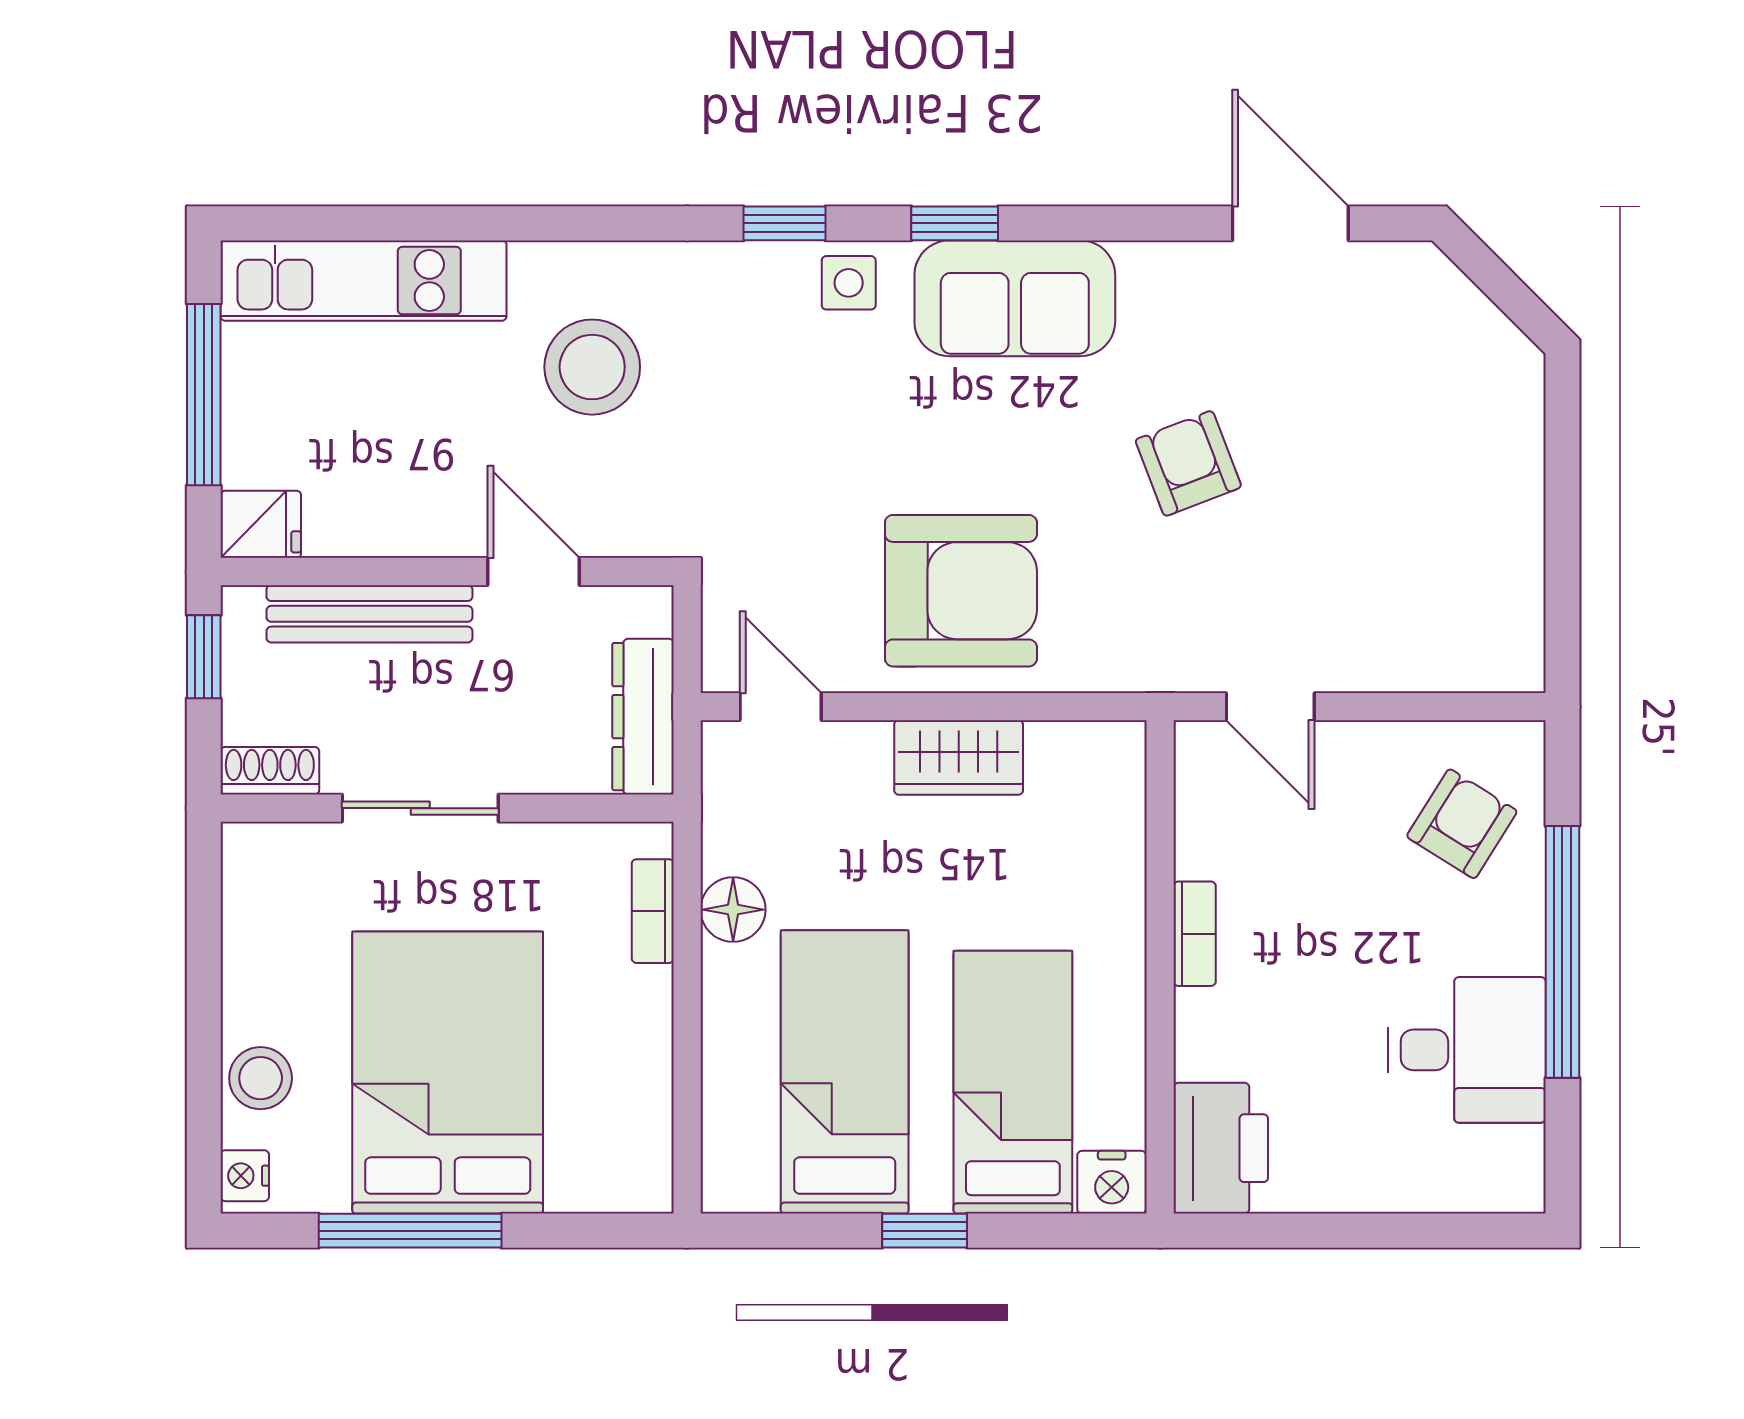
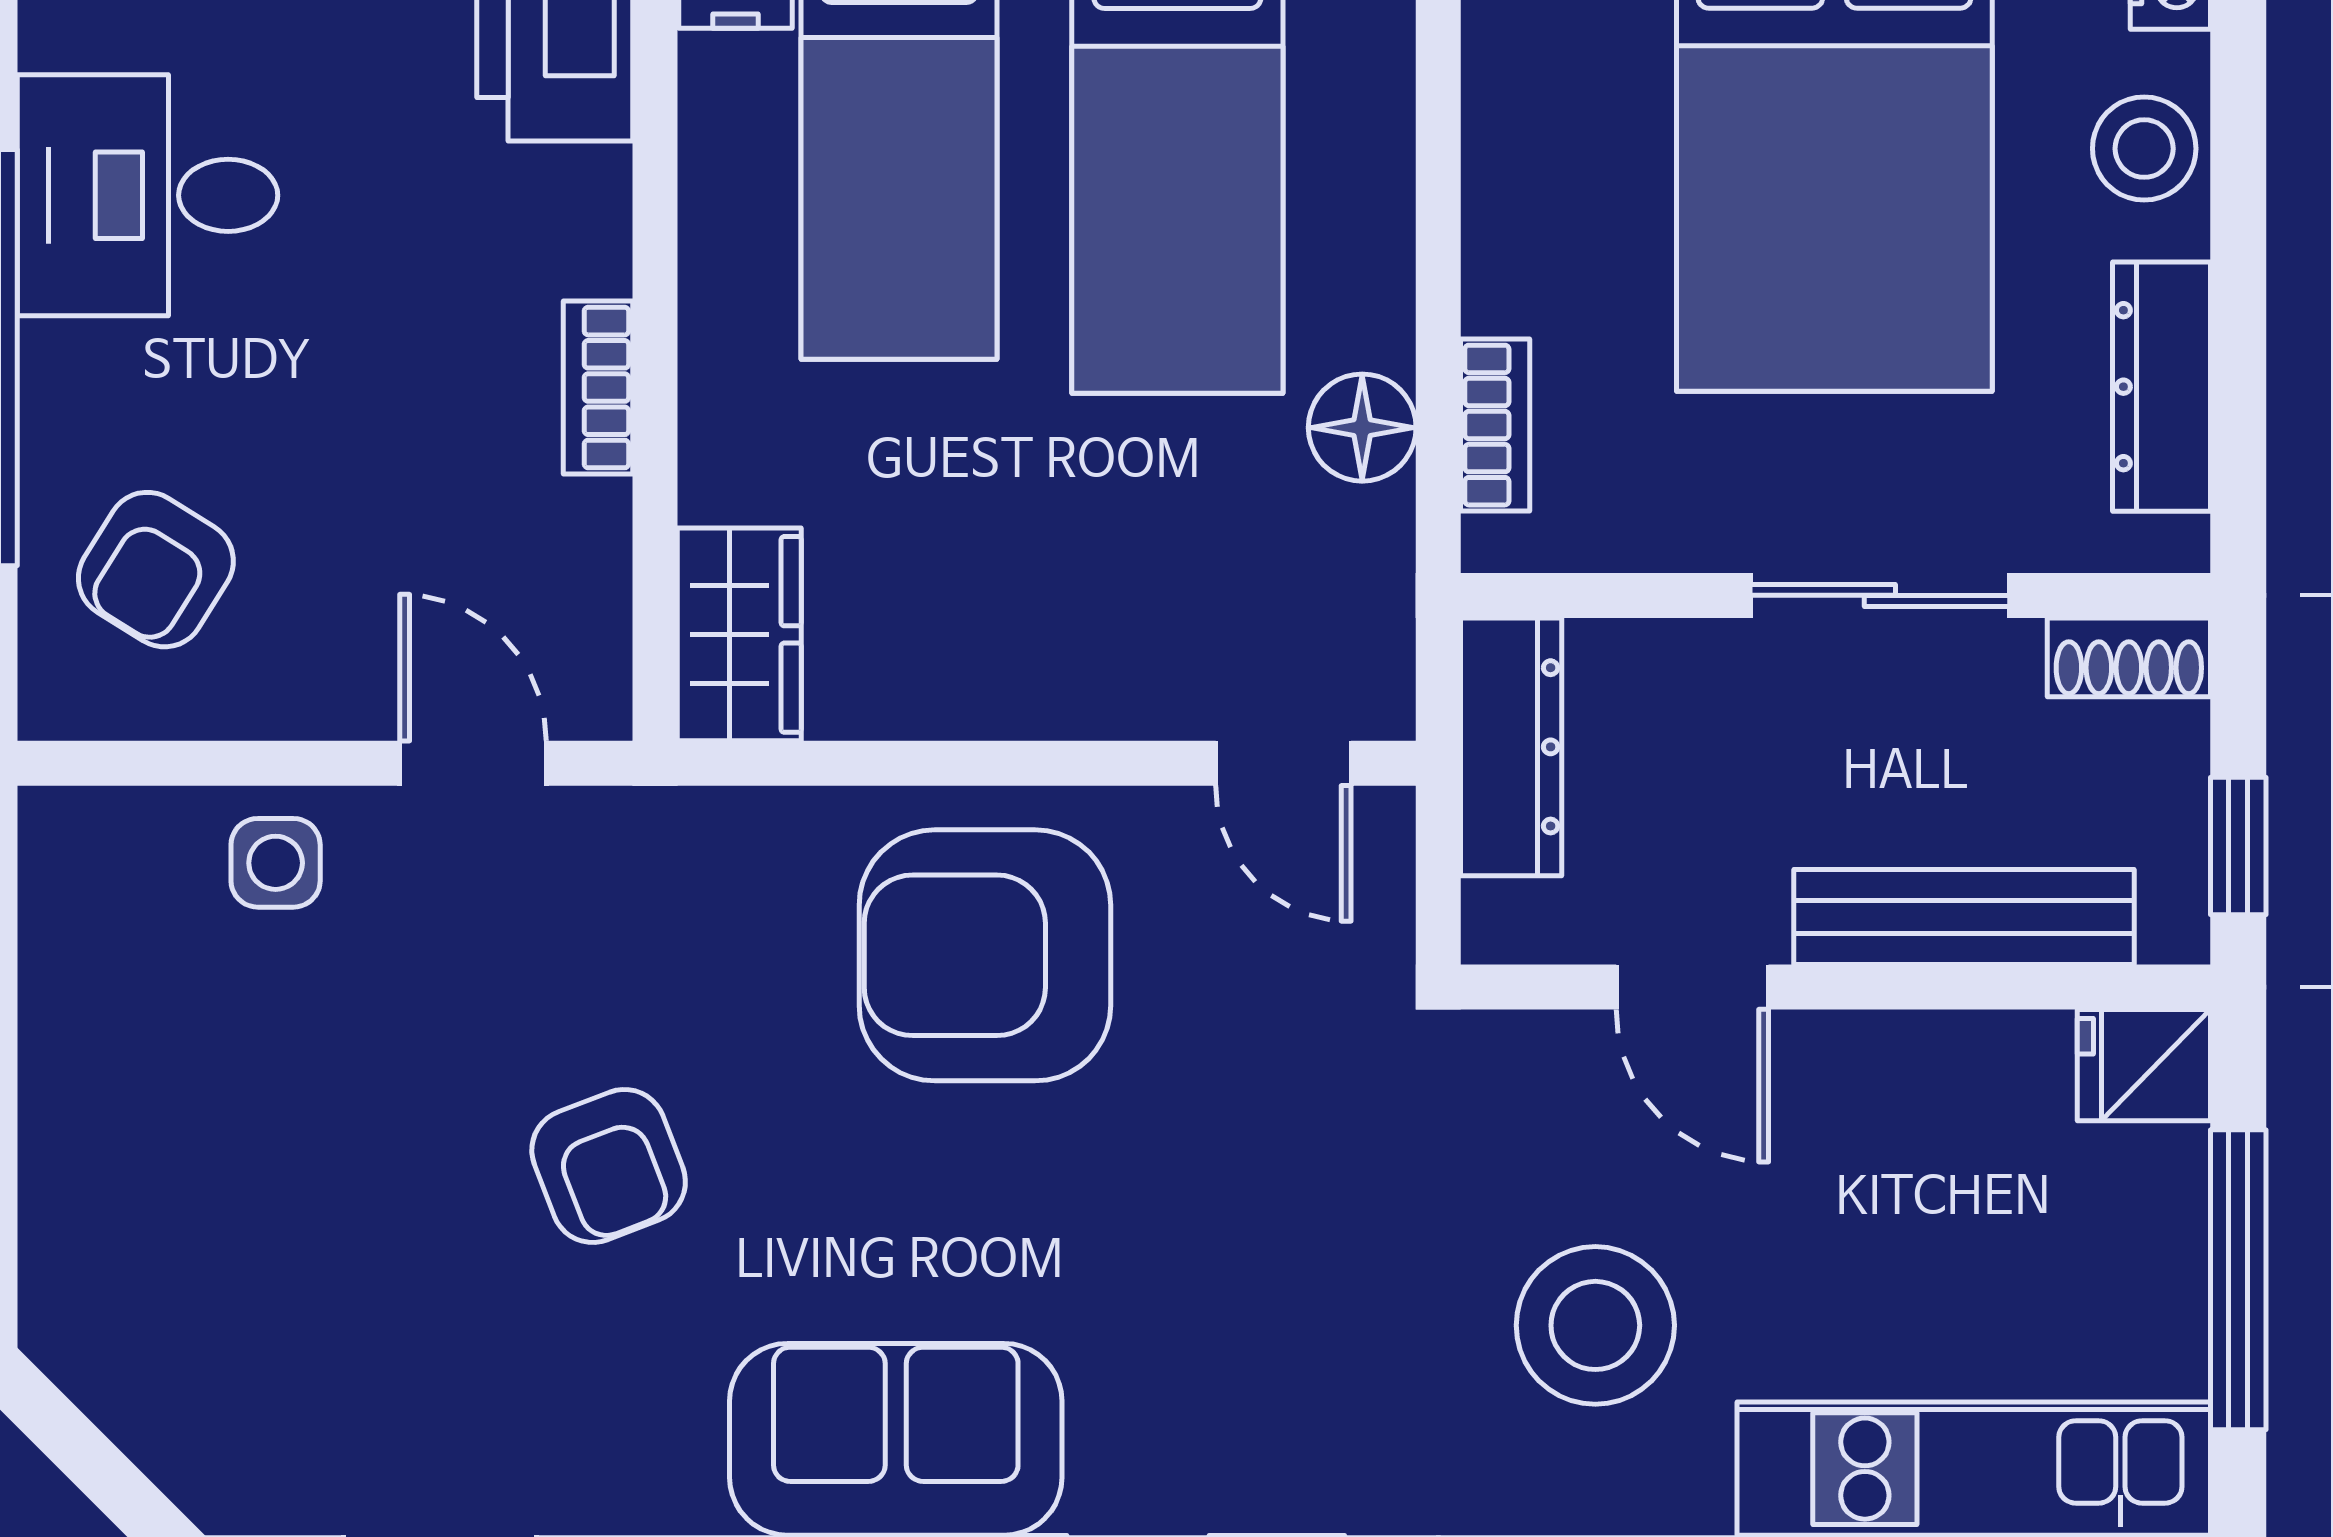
side table: (849, 283) -> (276, 863), moved
wardrobe: (959, 758) -> (739, 634), moved, turned 90
dresser: (250, 934) -> (2161, 387), added

